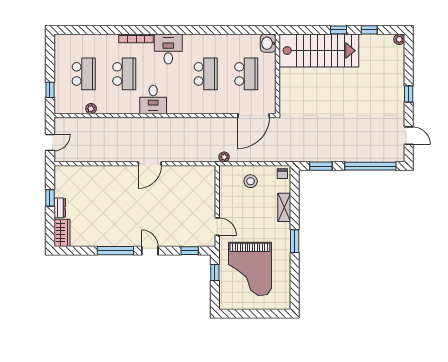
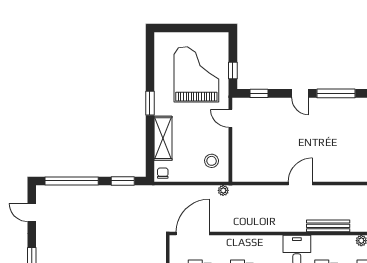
bench: (123, 123) -> (328, 226), added
stool: (251, 181) -> (212, 161), moved
shelving: (284, 207) -> (163, 138), width x1.50, depth x1.33

